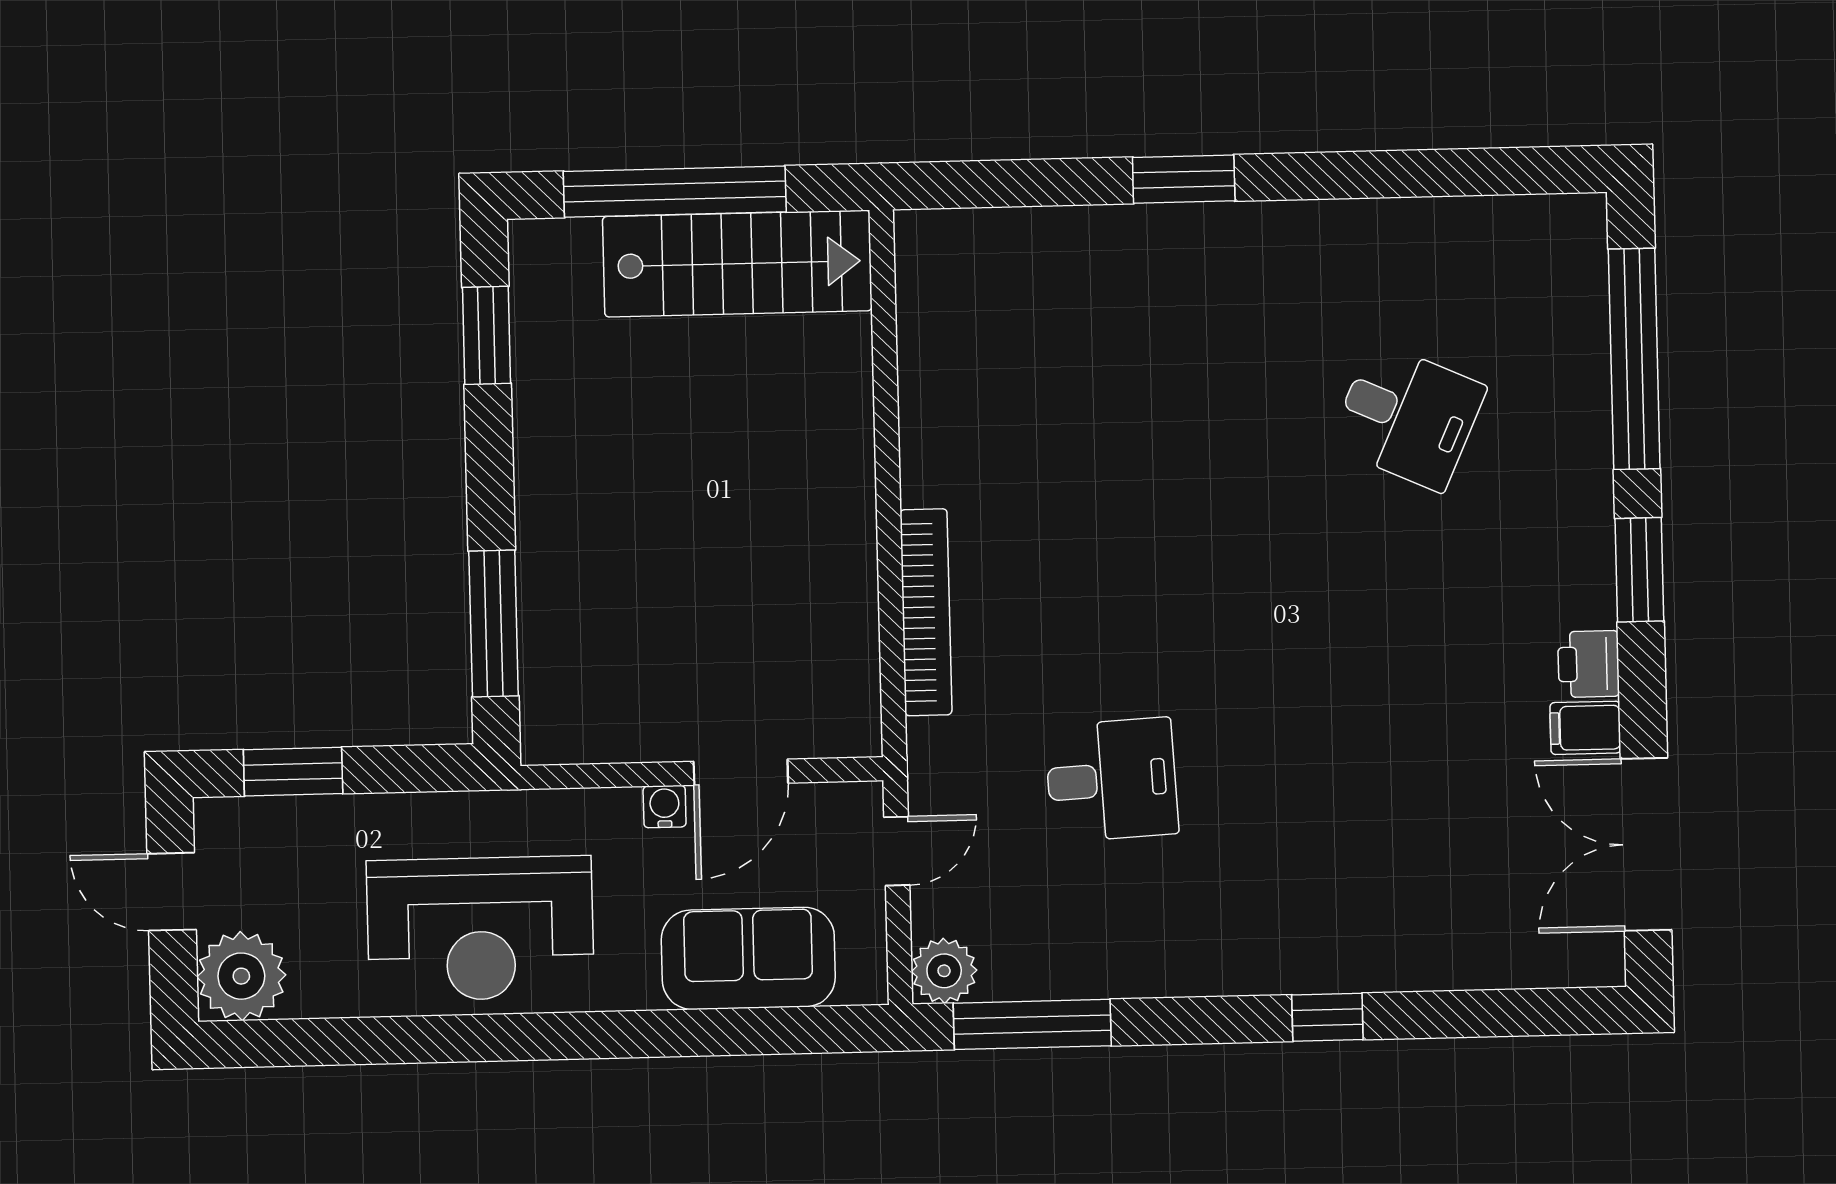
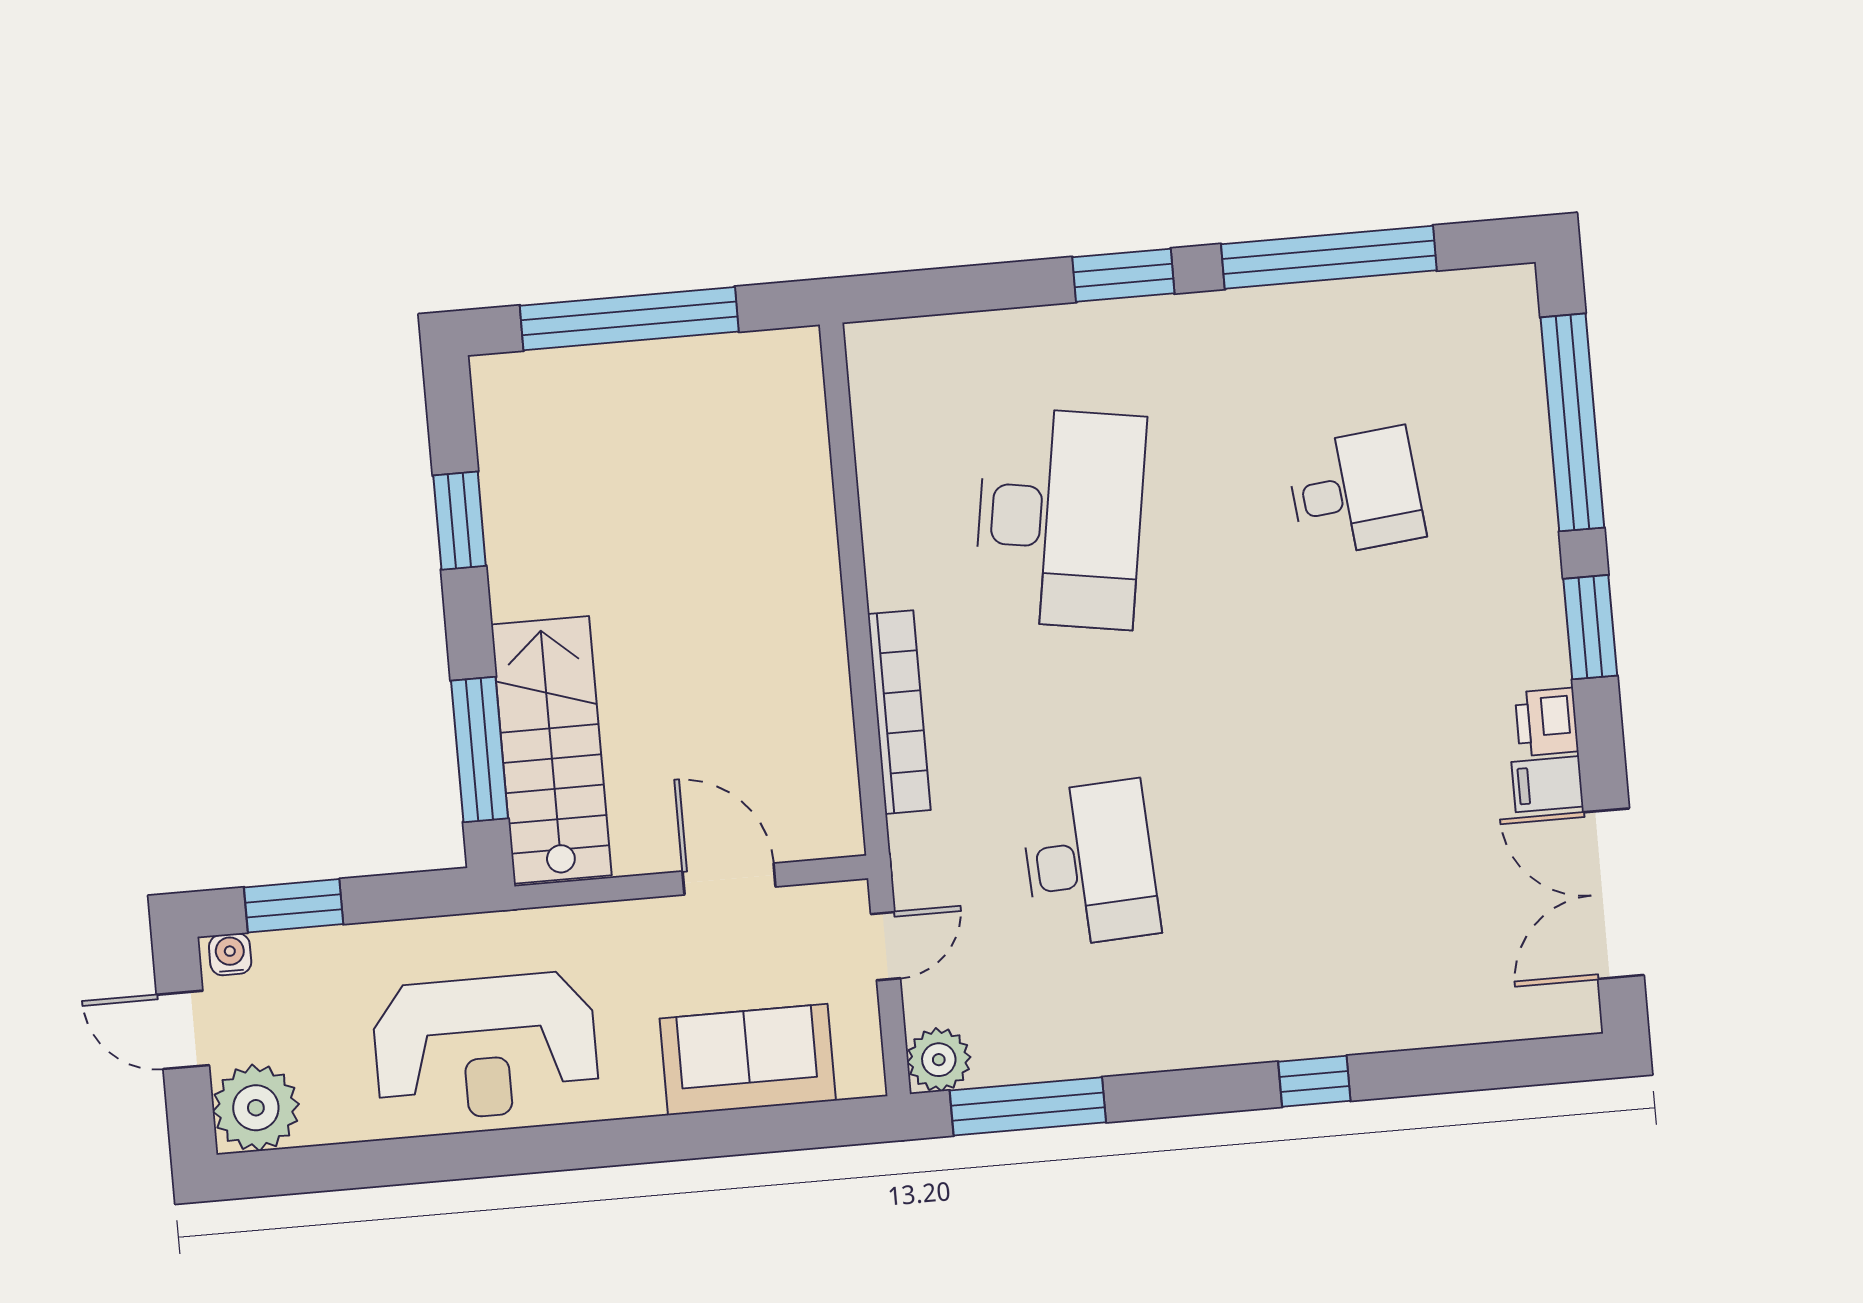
window: (1395, 174) -> (1329, 257), added
stairs: (737, 264) -> (551, 750), moved, turned -90
window: (487, 335) -> (460, 521), moved
desk: (1408, 416) -> (1356, 492), turned -30
desk: (1103, 424) -> (1060, 518), added
door: (741, 772) -> (729, 879), swing flipped
desk: (1112, 780) -> (1090, 864), width x1.37
water cooler: (665, 807) -> (230, 954), moved

